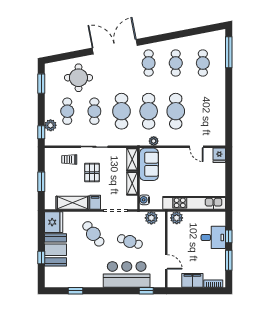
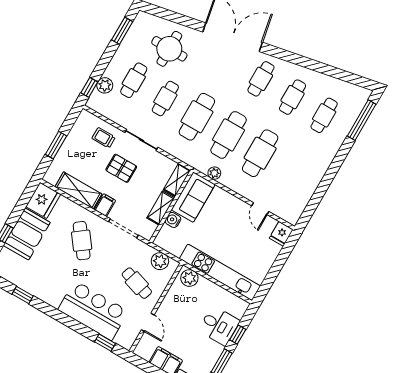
pallet: (92, 173) -> (121, 168), turned 90
water cooler: (144, 200) -> (173, 220), moved
cafe table: (130, 241) -> (137, 283), moved

